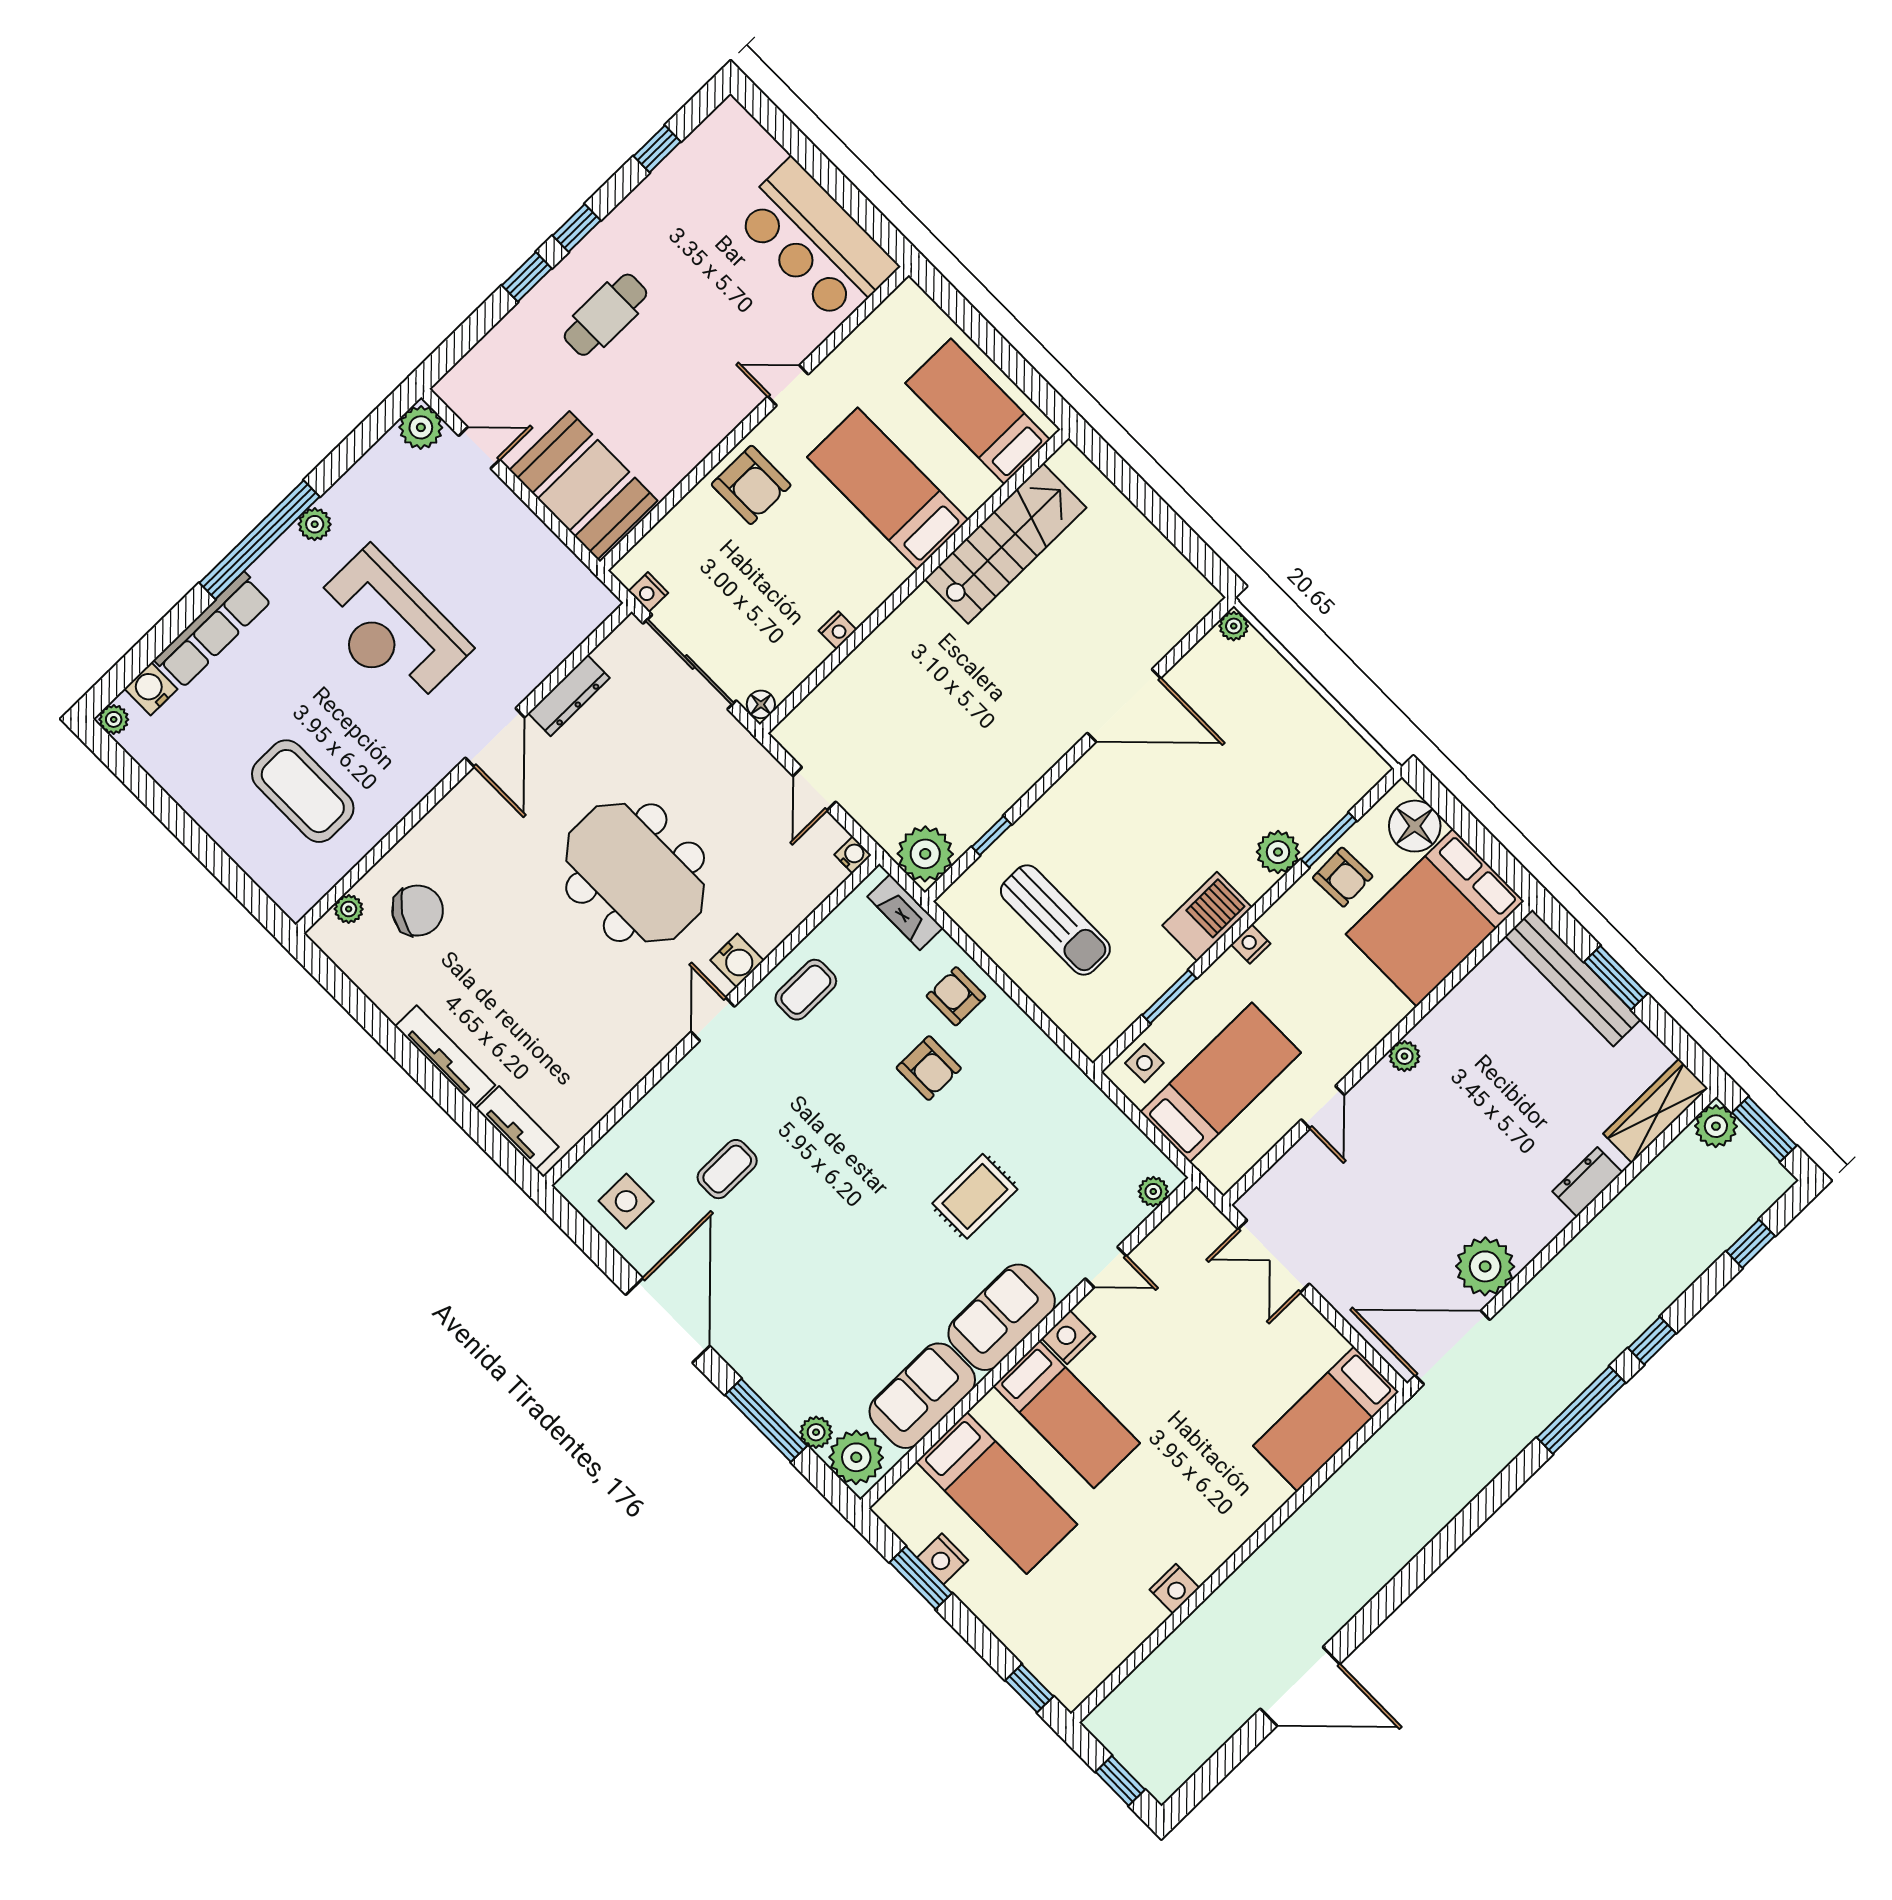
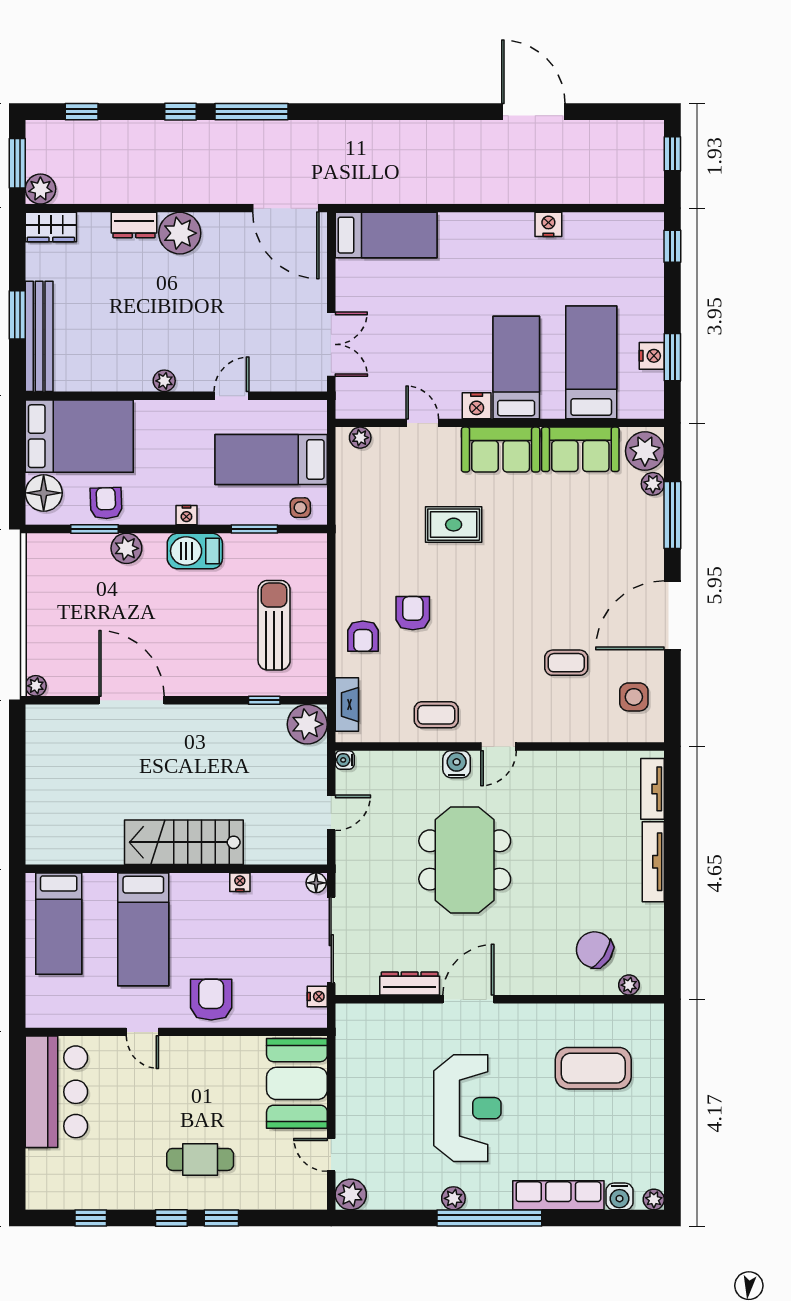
stairs: (1005, 543) -> (184, 842), moved
coffee table: (303, 791) -> (593, 1068), turned 90
wardrobe: (1656, 1111) -> (51, 227), width x0.67
plant: (1485, 1266) -> (180, 233), moved

